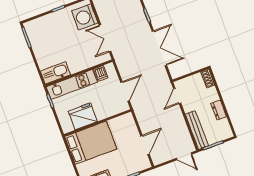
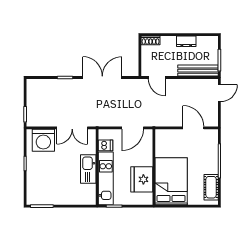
kitchen sink: (55, 73) -> (88, 169), moved
door: (125, 91) -> (133, 128), swing flipped

